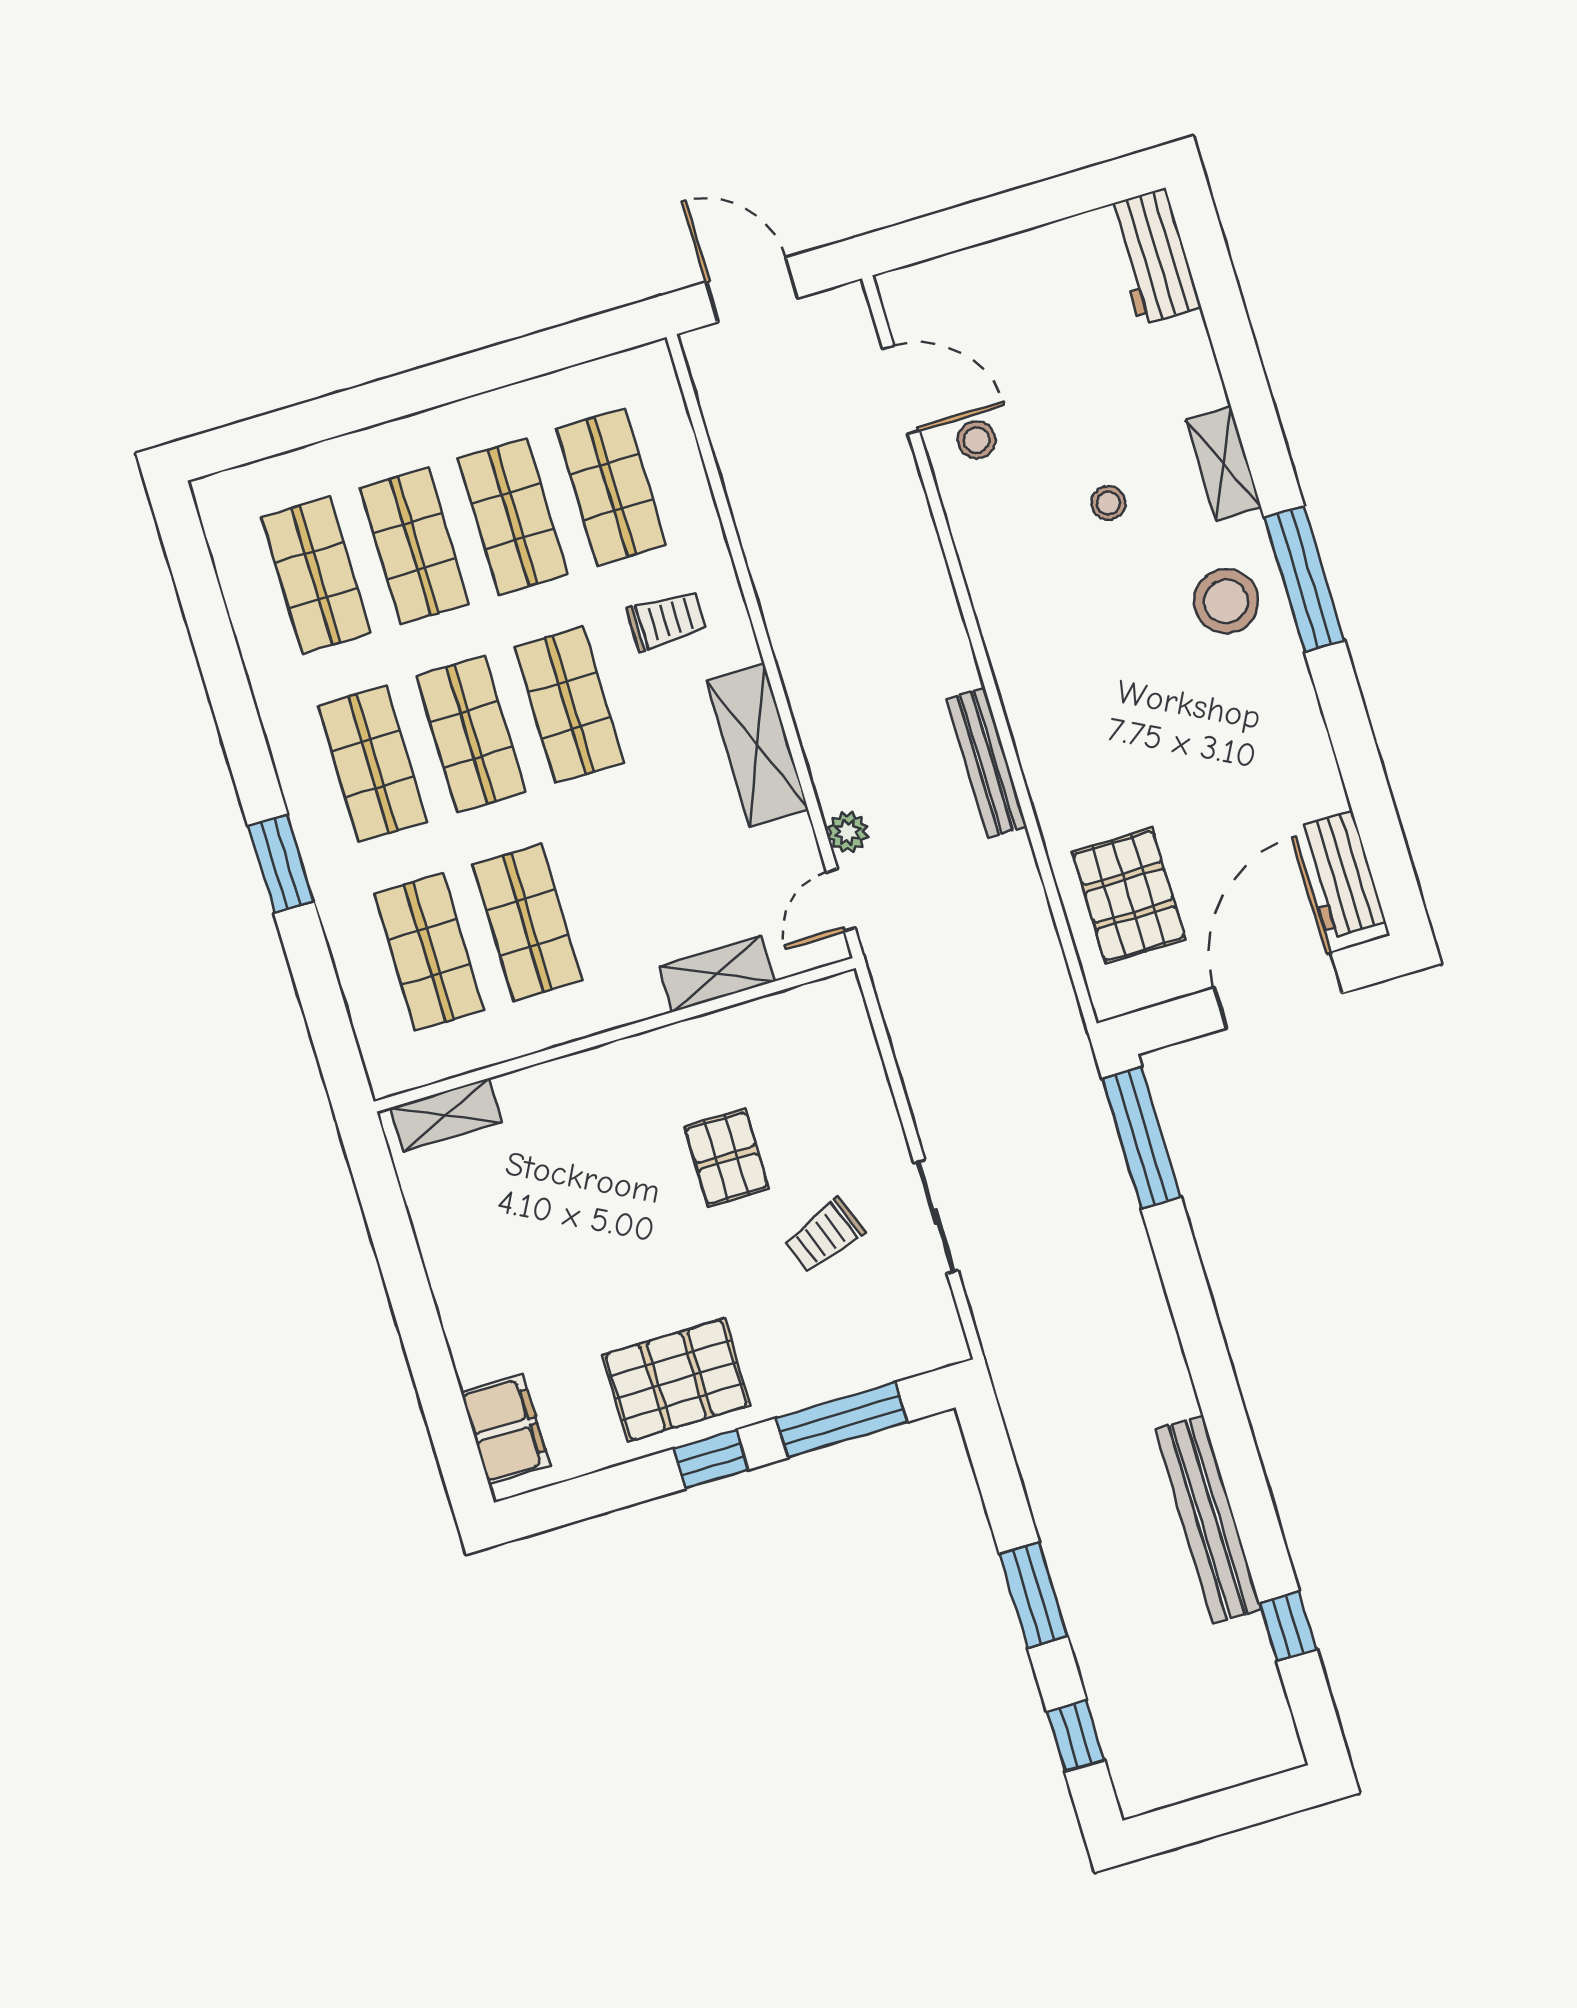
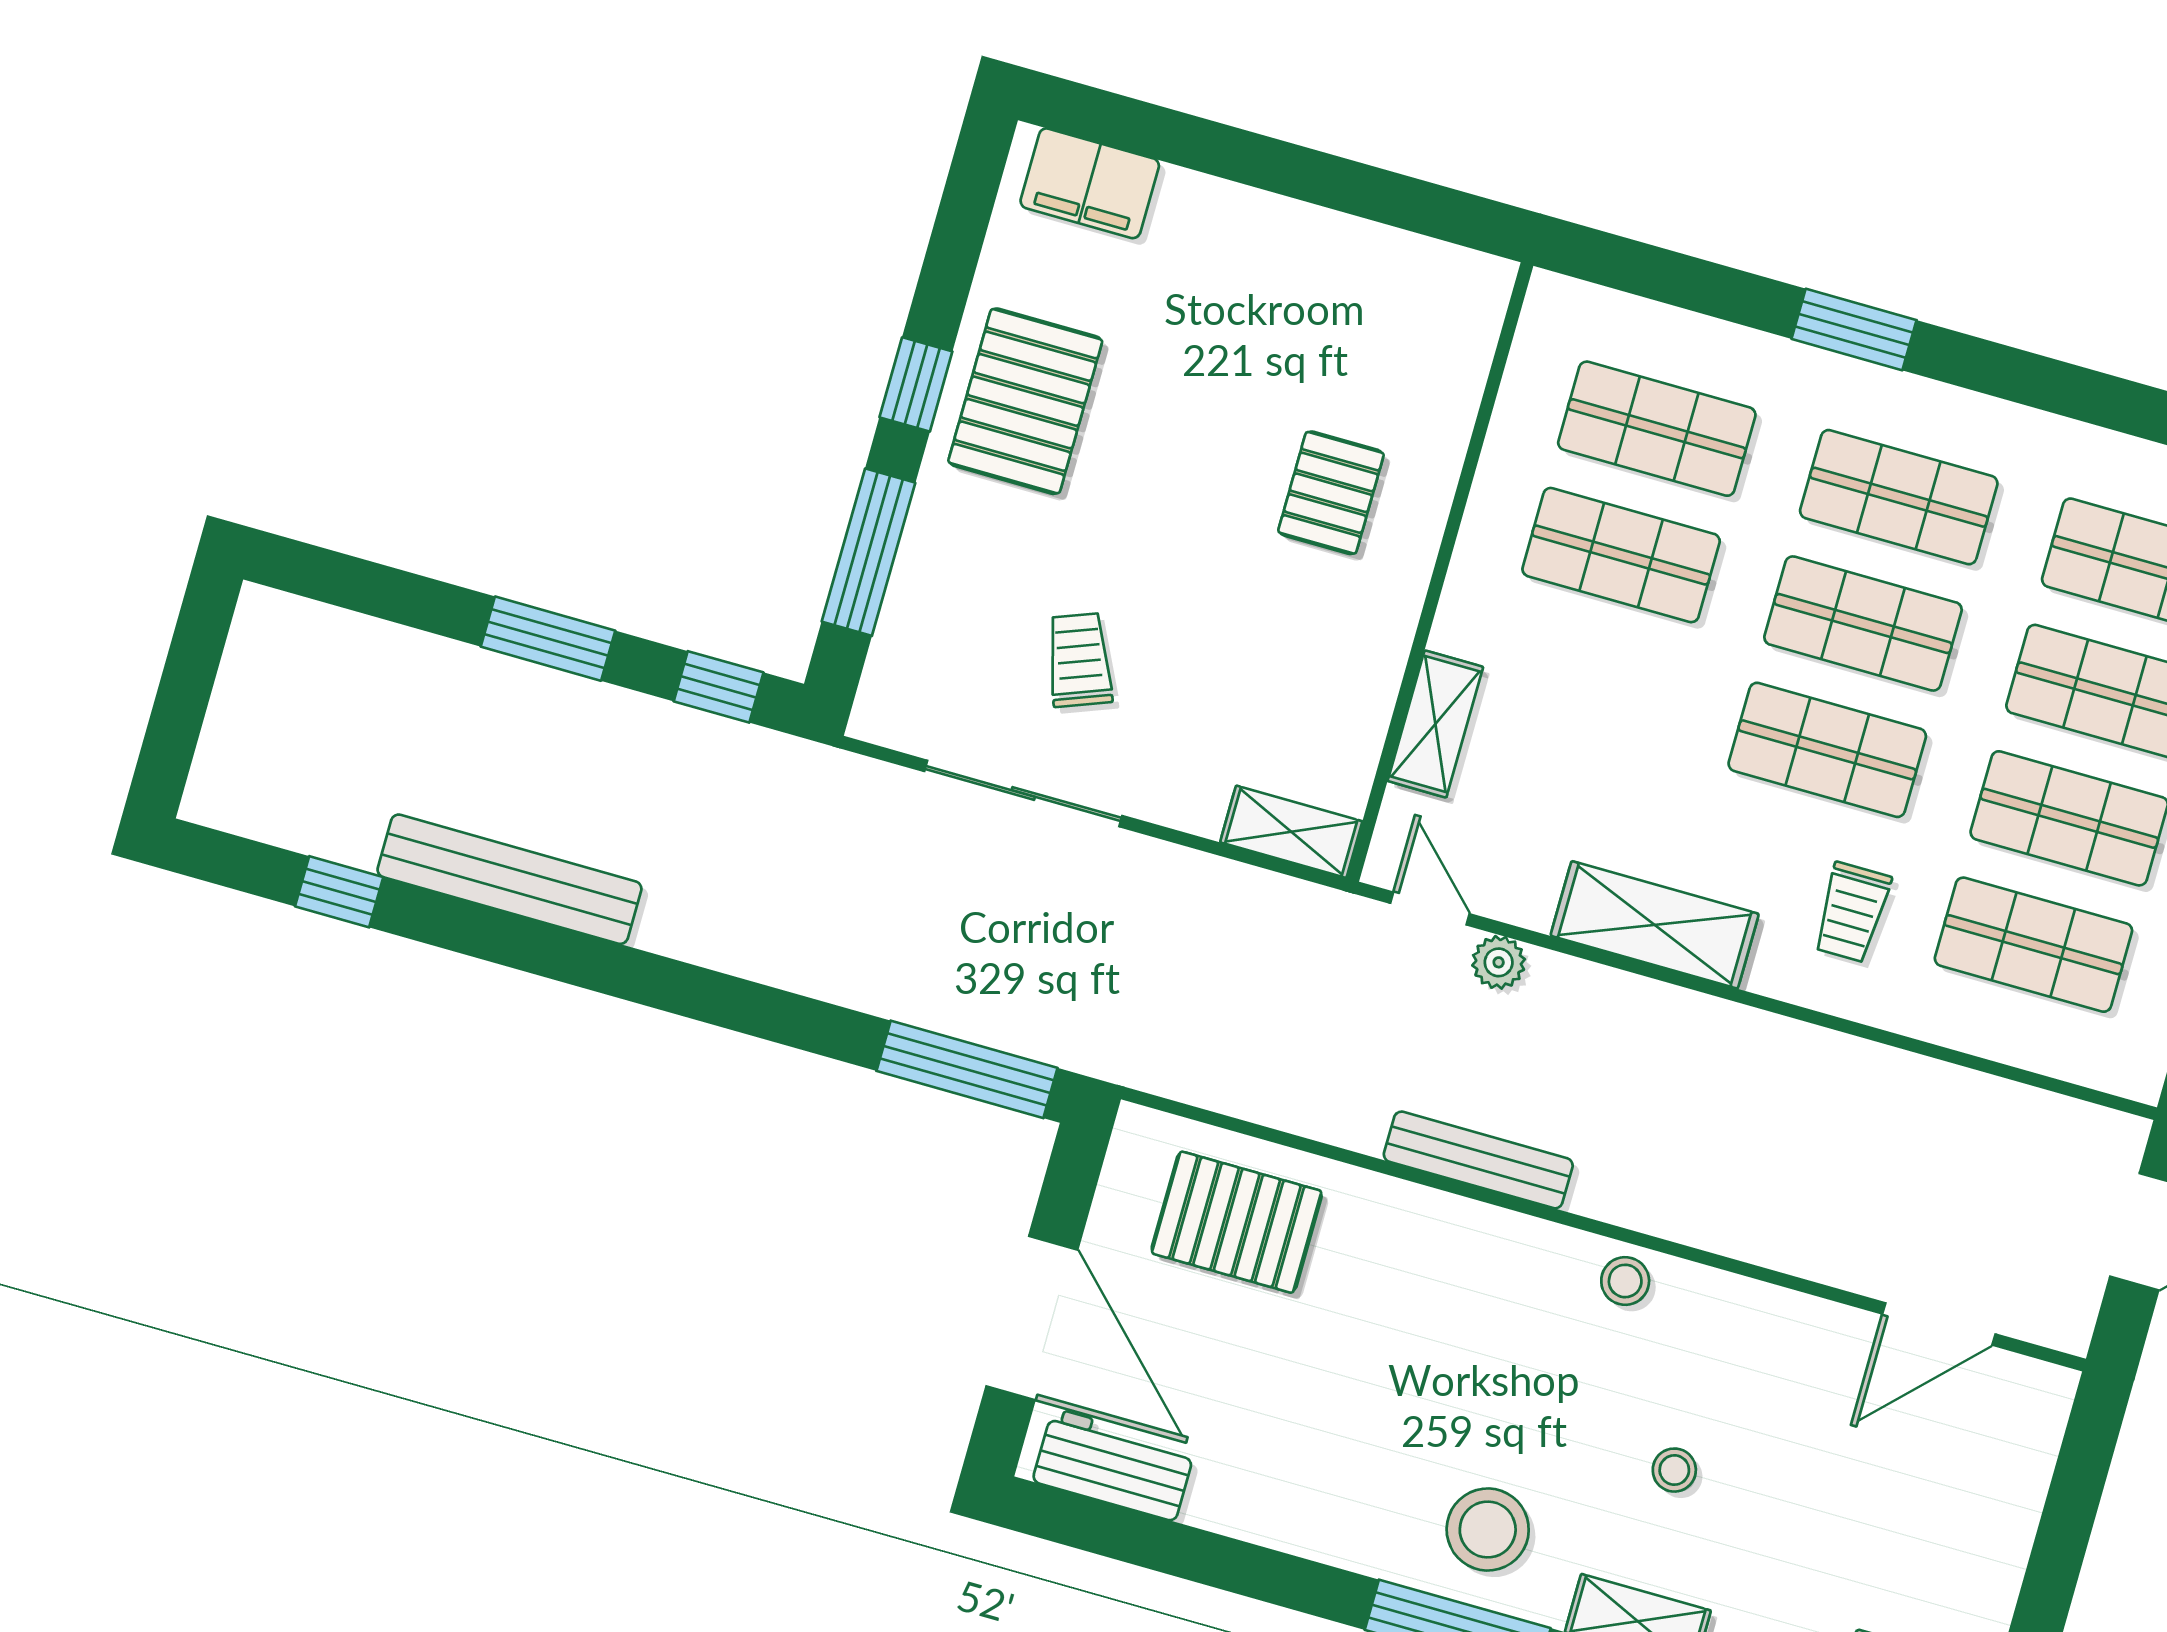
stool: (977, 440) -> (1625, 1281), moved
shelving: (446, 1115) -> (1291, 832), moved, turned 90
pallet: (727, 1158) -> (1331, 493), moved, turned 90
sliding door: (936, 1217) -> (1023, 793), width x1.37
window: (1076, 1736) -> (719, 687), moved

